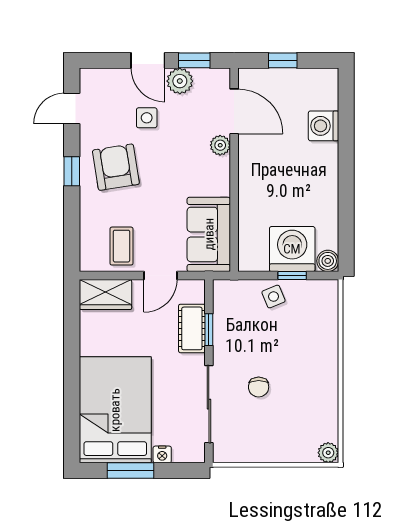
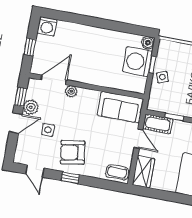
washing machine: (323, 126) -> (47, 26), moved
coffee table: (121, 246) -> (117, 172), moved
cot: (192, 328) -> (158, 124), moved

